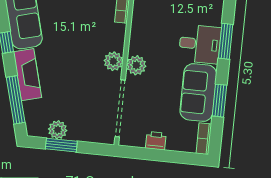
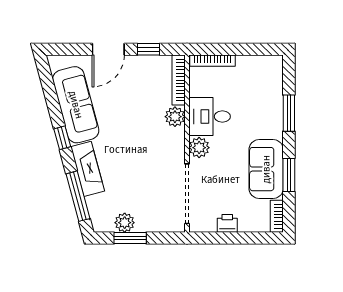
desk: (200, 44) -> (210, 116), moved, turned 180
plant: (113, 61) -> (175, 117), moved

